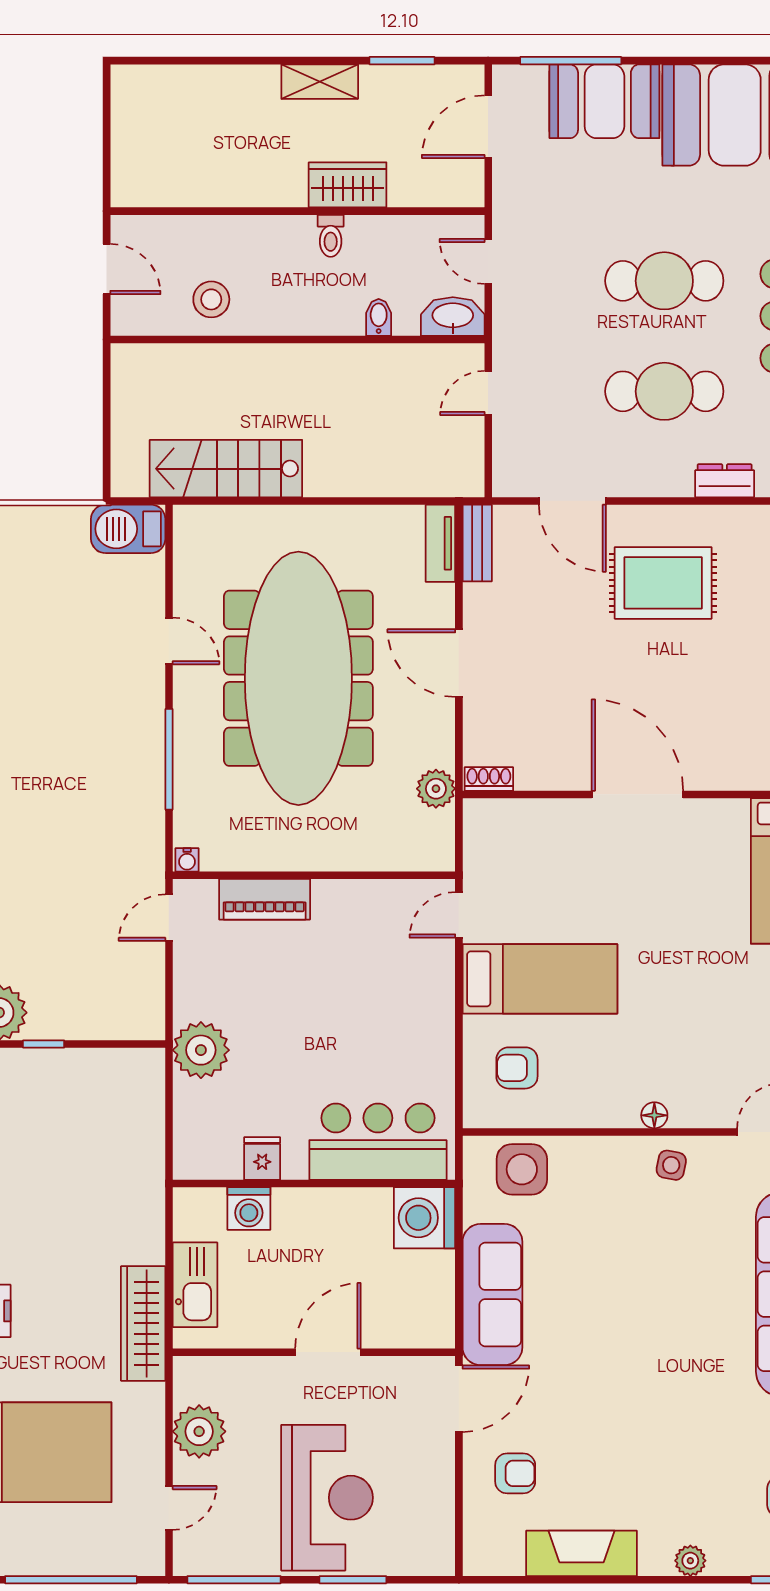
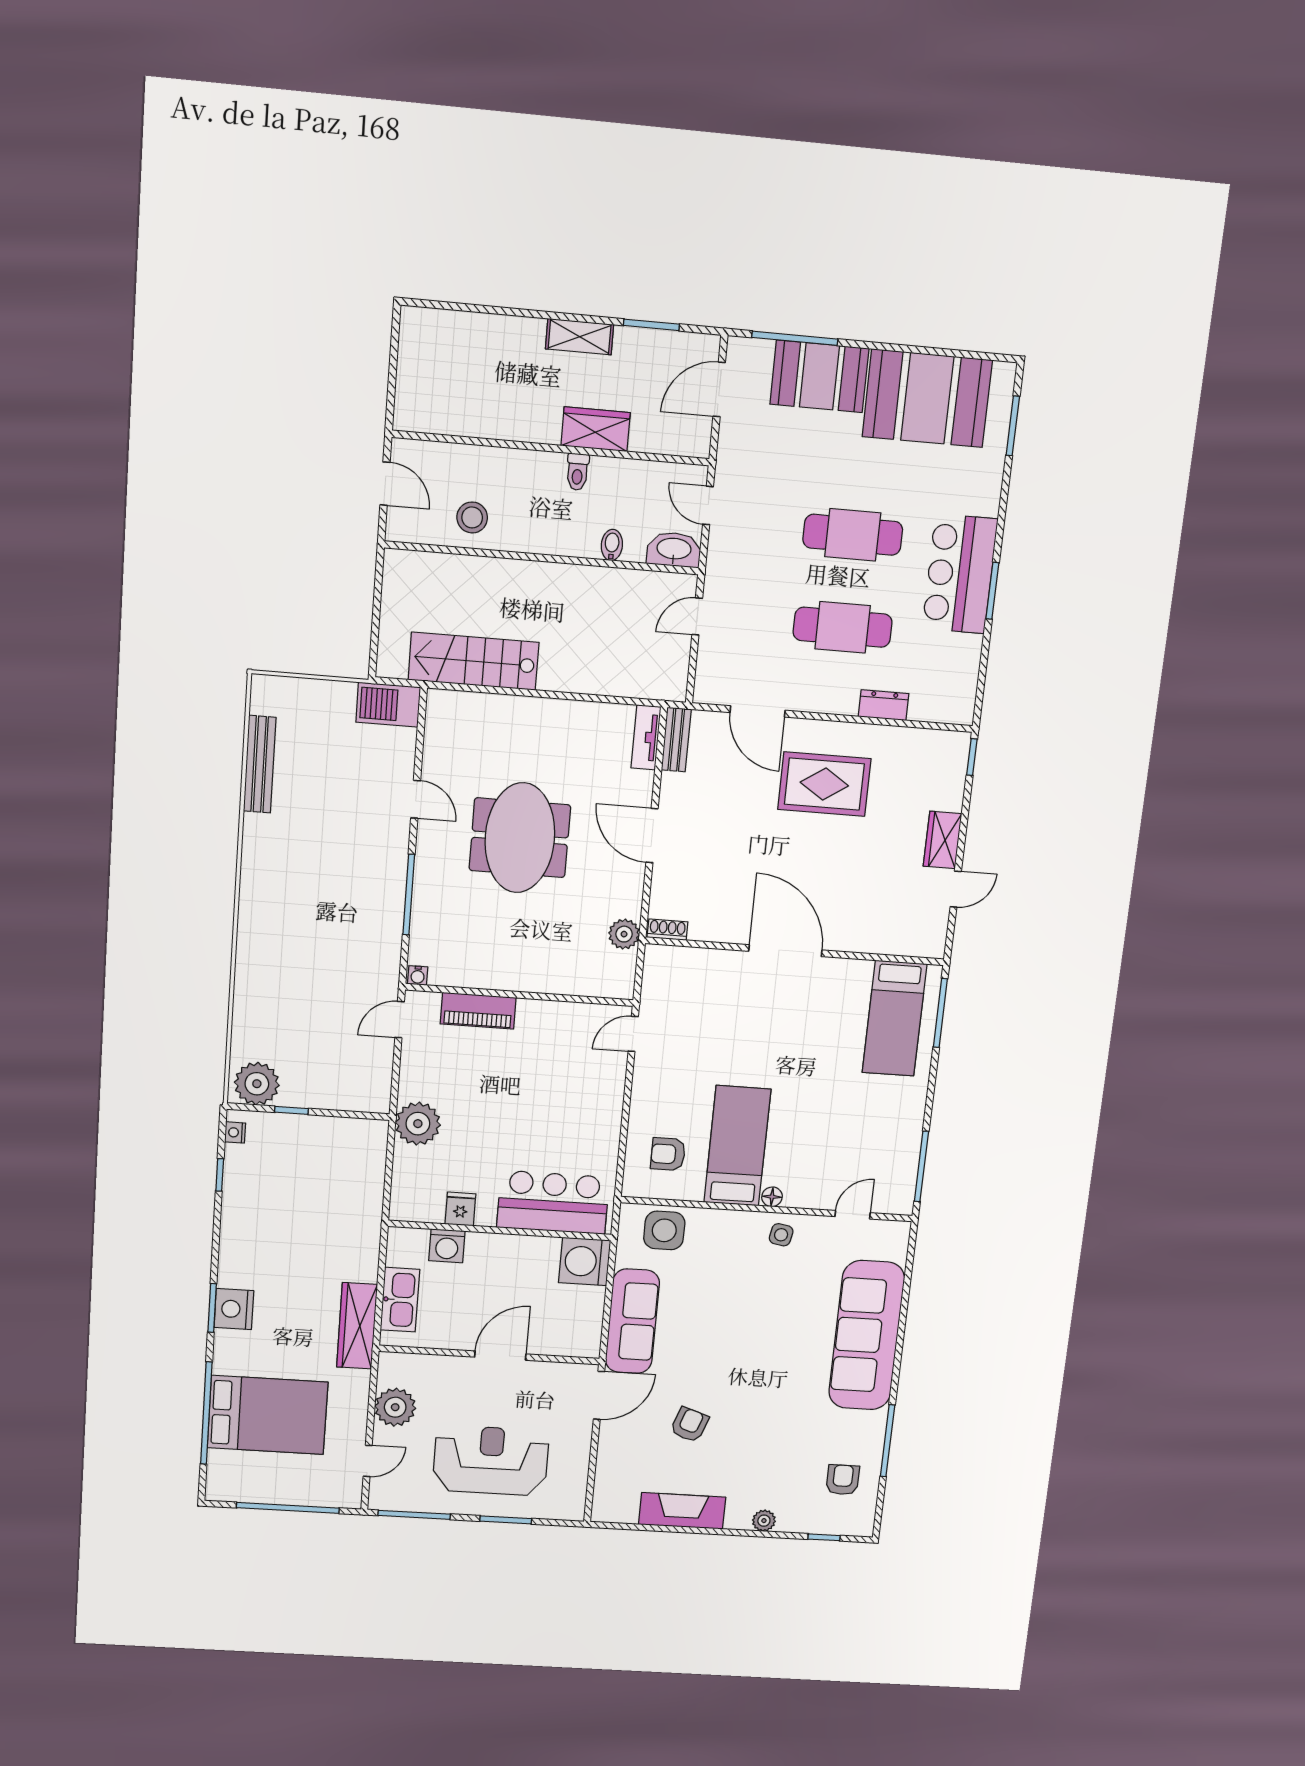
meeting table: (298, 678) -> (520, 838), width x0.54, depth x0.79
bed: (540, 979) -> (737, 1146), moved, turned -90
armchair: (515, 1473) -> (690, 1425), moved, turned -71
reception desk: (327, 1498) -> (491, 1461), turned -90

